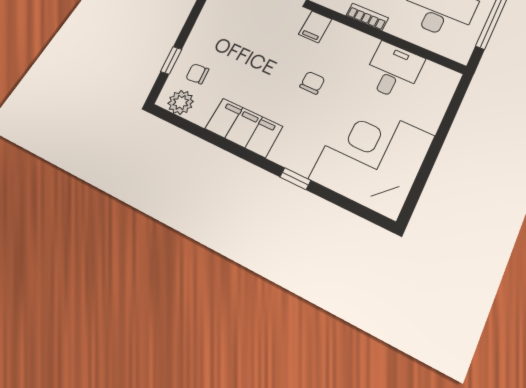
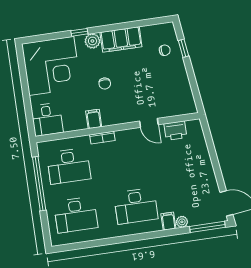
filing cabinet: (315, 27) -> (94, 119), moved
desk: (393, 71) -> (47, 119), moved
plant: (181, 102) -> (92, 41), moved

